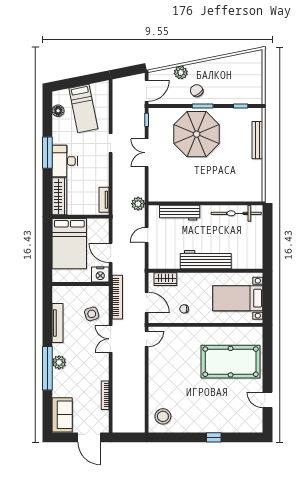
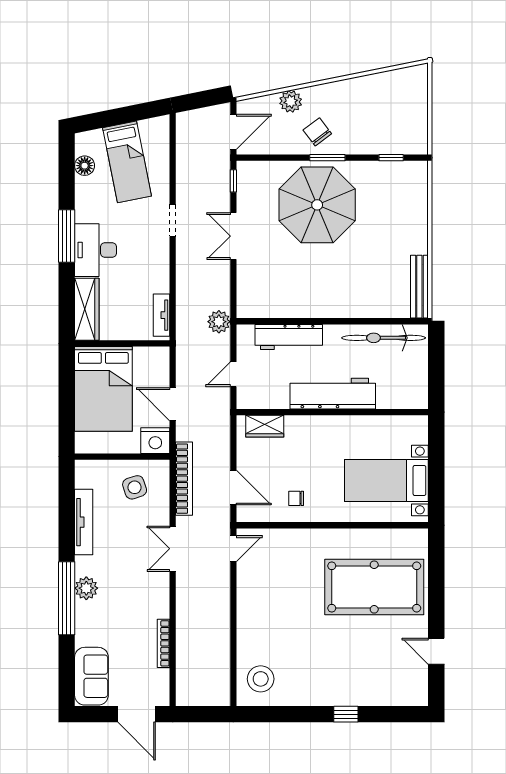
bench: (257, 140) -> (419, 287), moved
workbench: (206, 260) -> (333, 394), moved
wall: (206, 271) -> (332, 412), moved
wardrobe: (165, 279) -> (265, 426), moved
side table: (92, 314) -> (135, 487), moved

